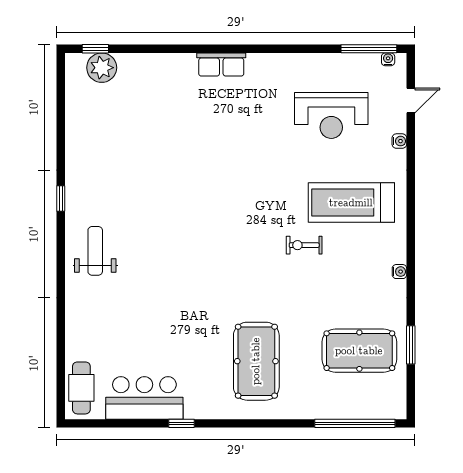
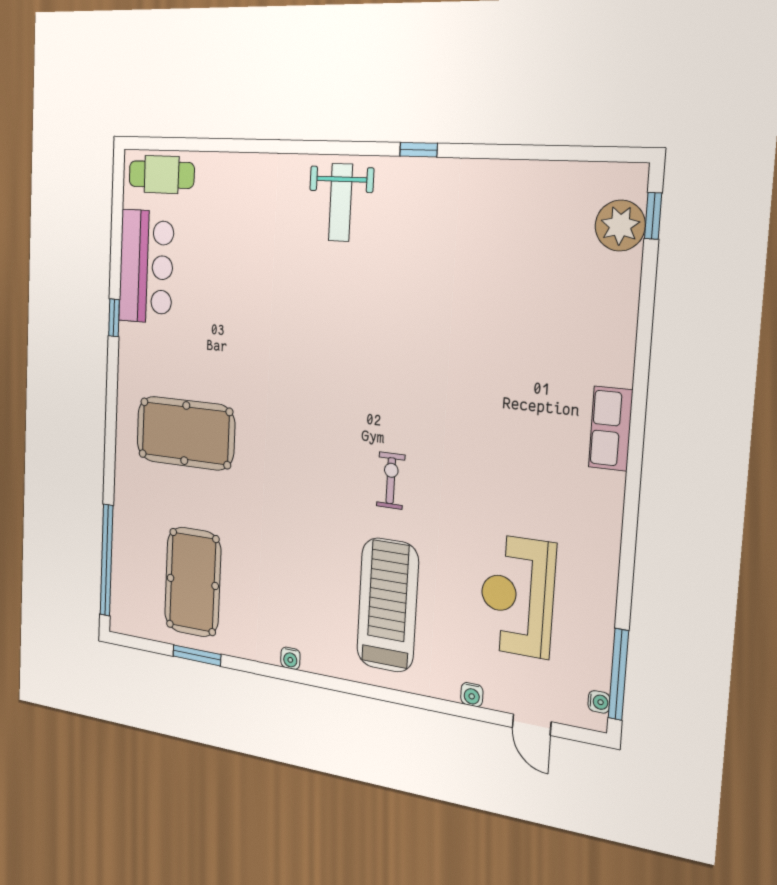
exercise bike: (304, 245) -> (391, 481), moved
weight bench: (95, 251) -> (341, 202), turned 90

